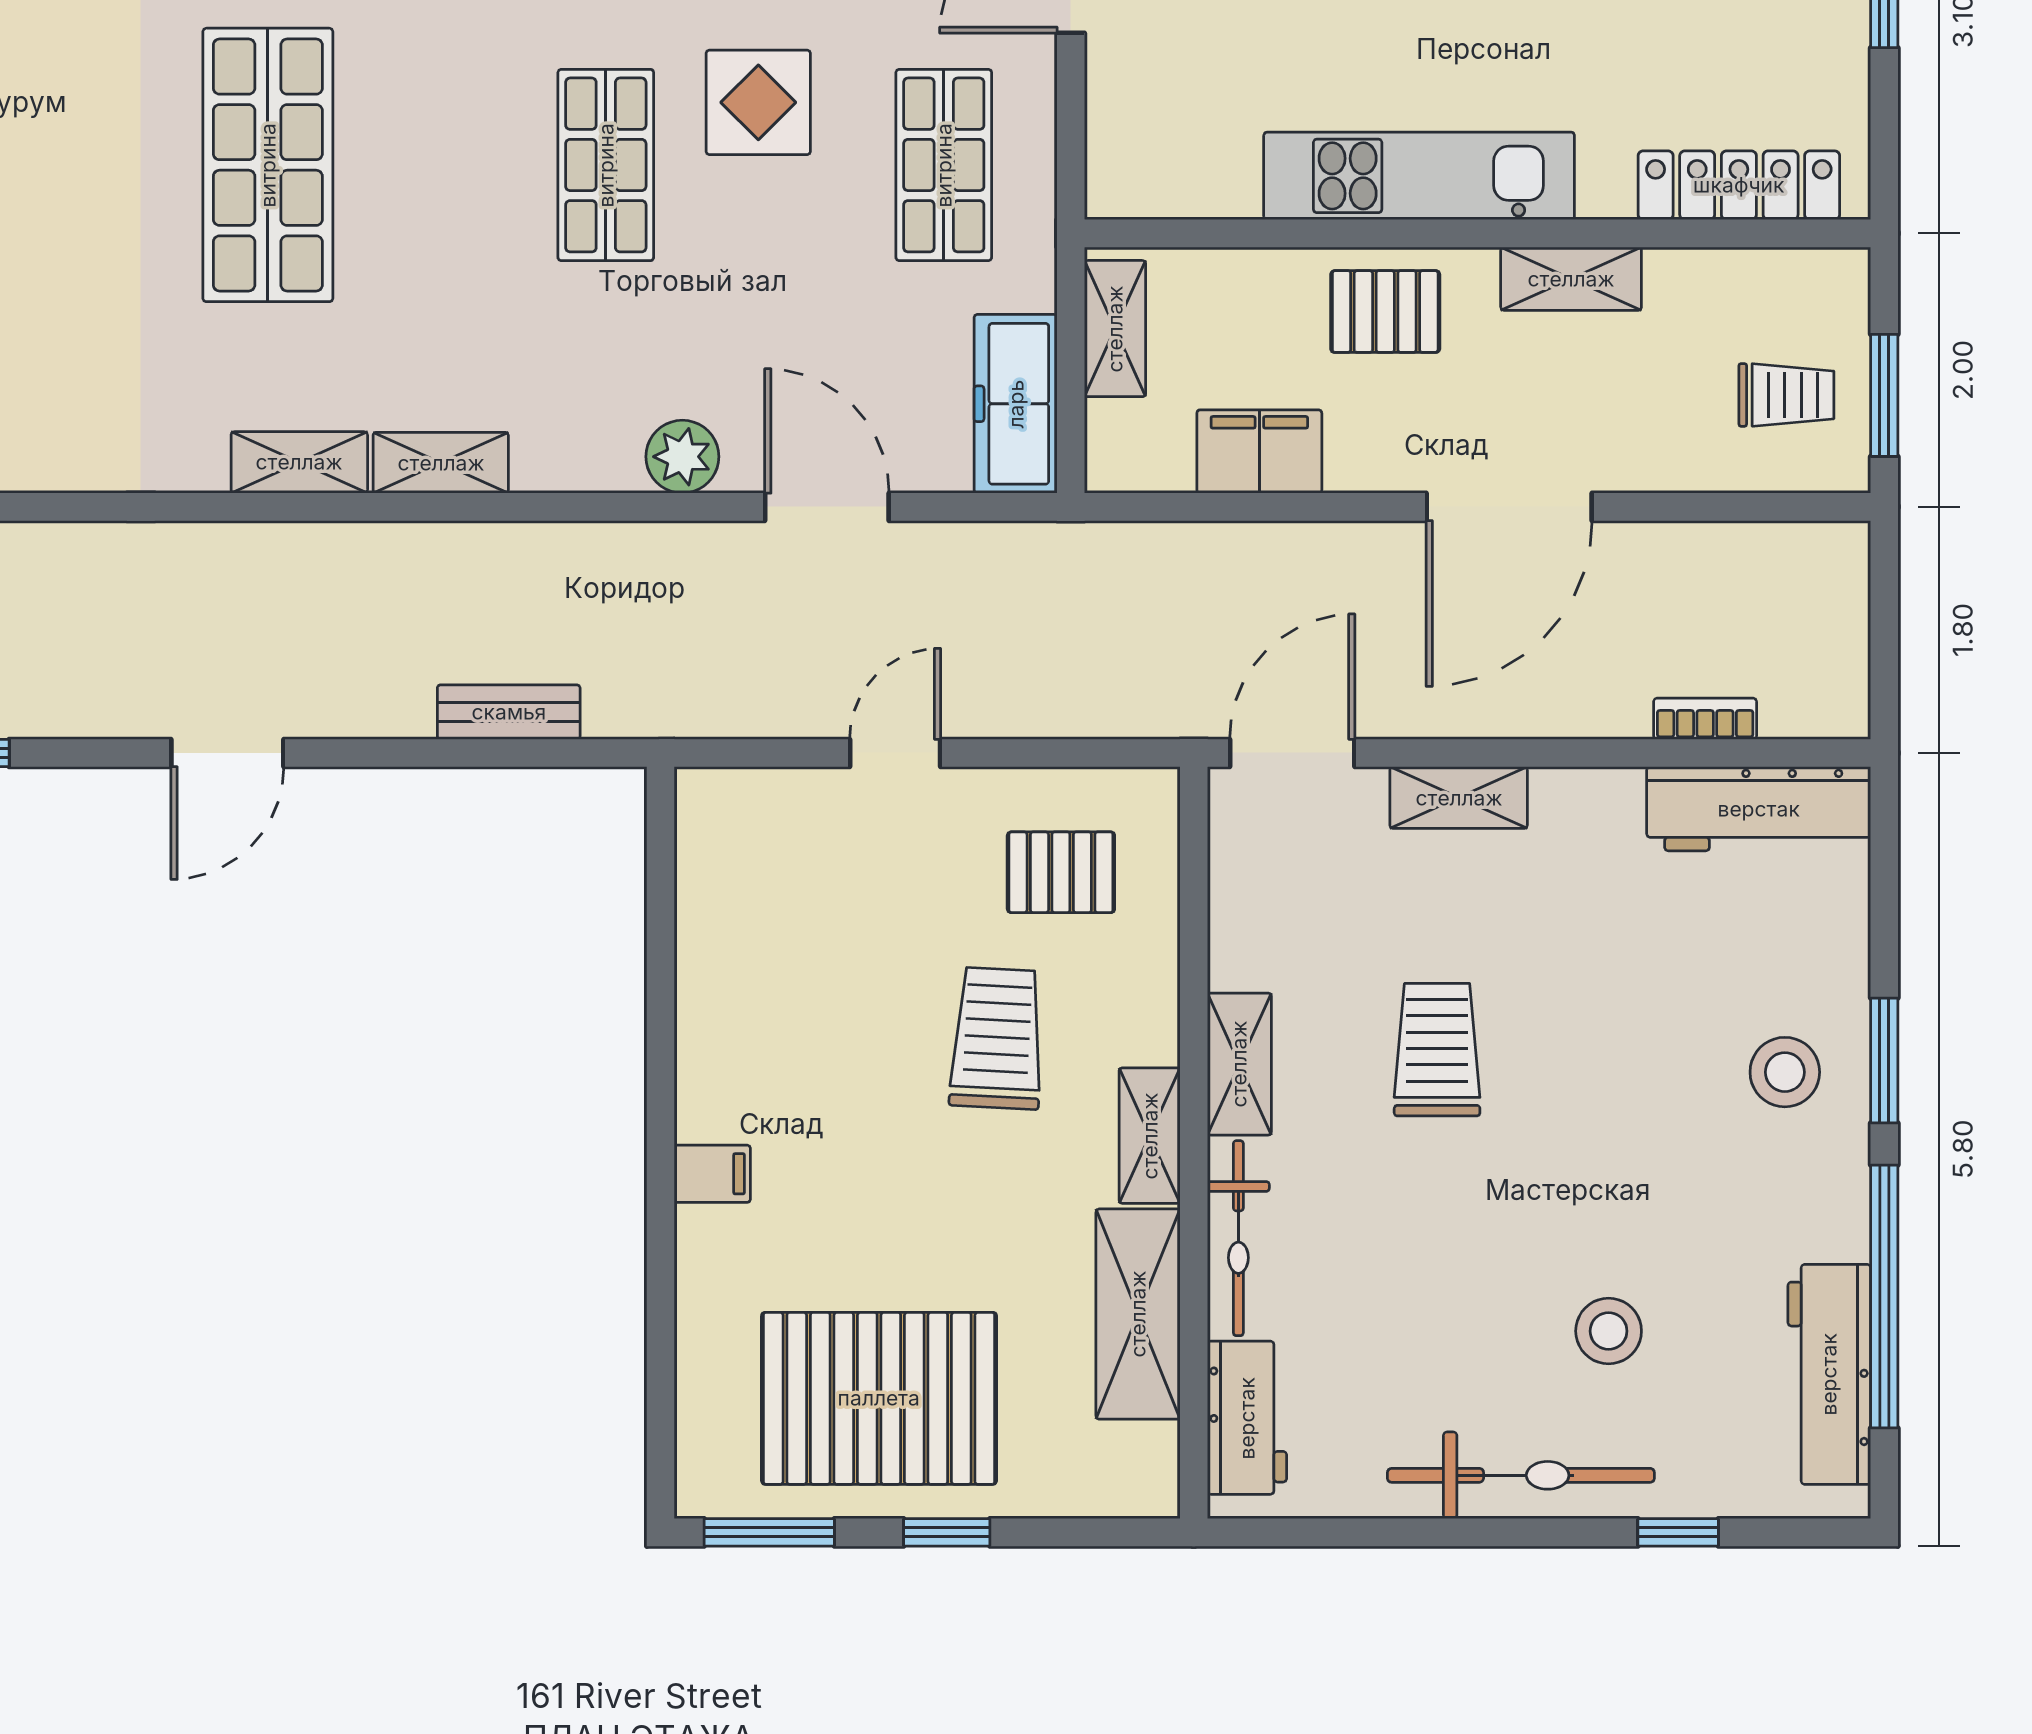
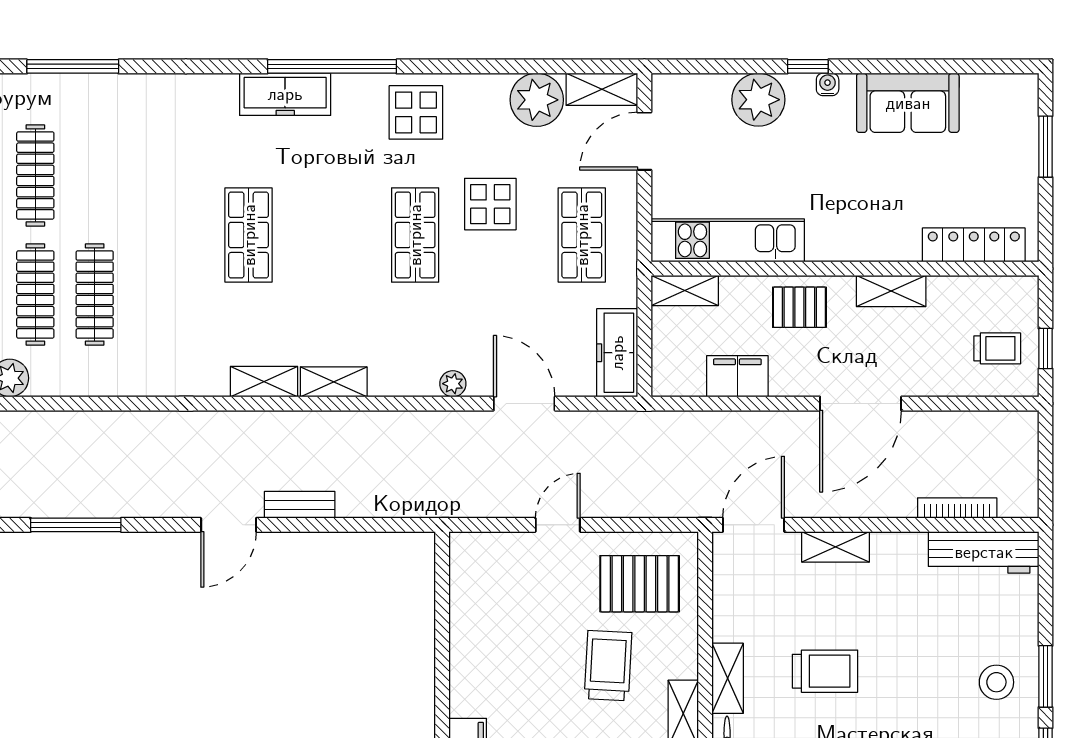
shop shelf: (268, 165) -> (249, 235), width x0.70, depth x0.74
kitchen unit: (1419, 176) -> (728, 240), moved
shelving: (1115, 329) -> (685, 291), moved, turned 90
window: (1884, 395) -> (1045, 349), width x0.67
plant: (682, 457) -> (453, 384), width x0.73, depth x0.73
bench: (509, 712) -> (300, 505), moved
bookcase: (1705, 719) -> (957, 508), width x1.56
pallet: (1061, 872) -> (640, 584), width x1.50, depth x1.42
trolley: (1437, 1050) -> (825, 671), turned 90

